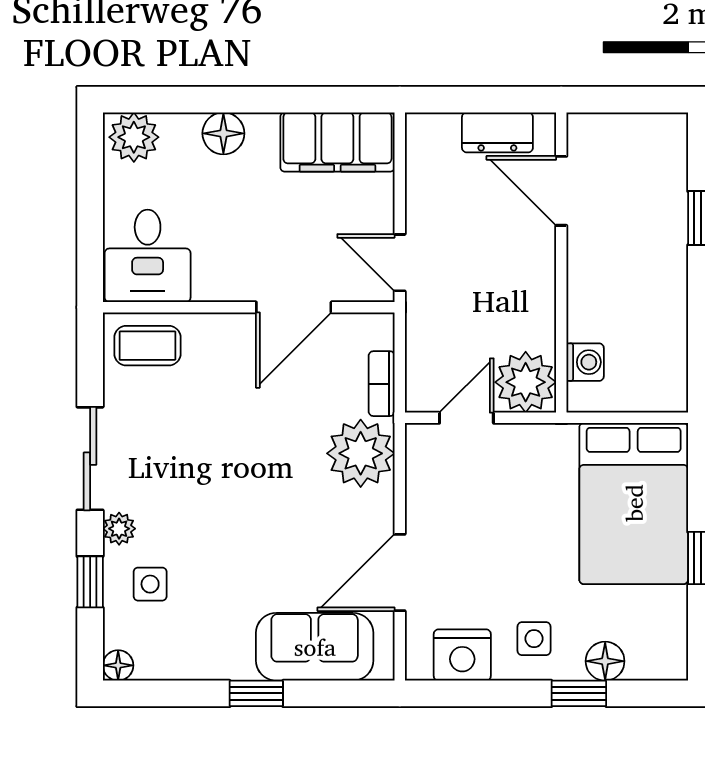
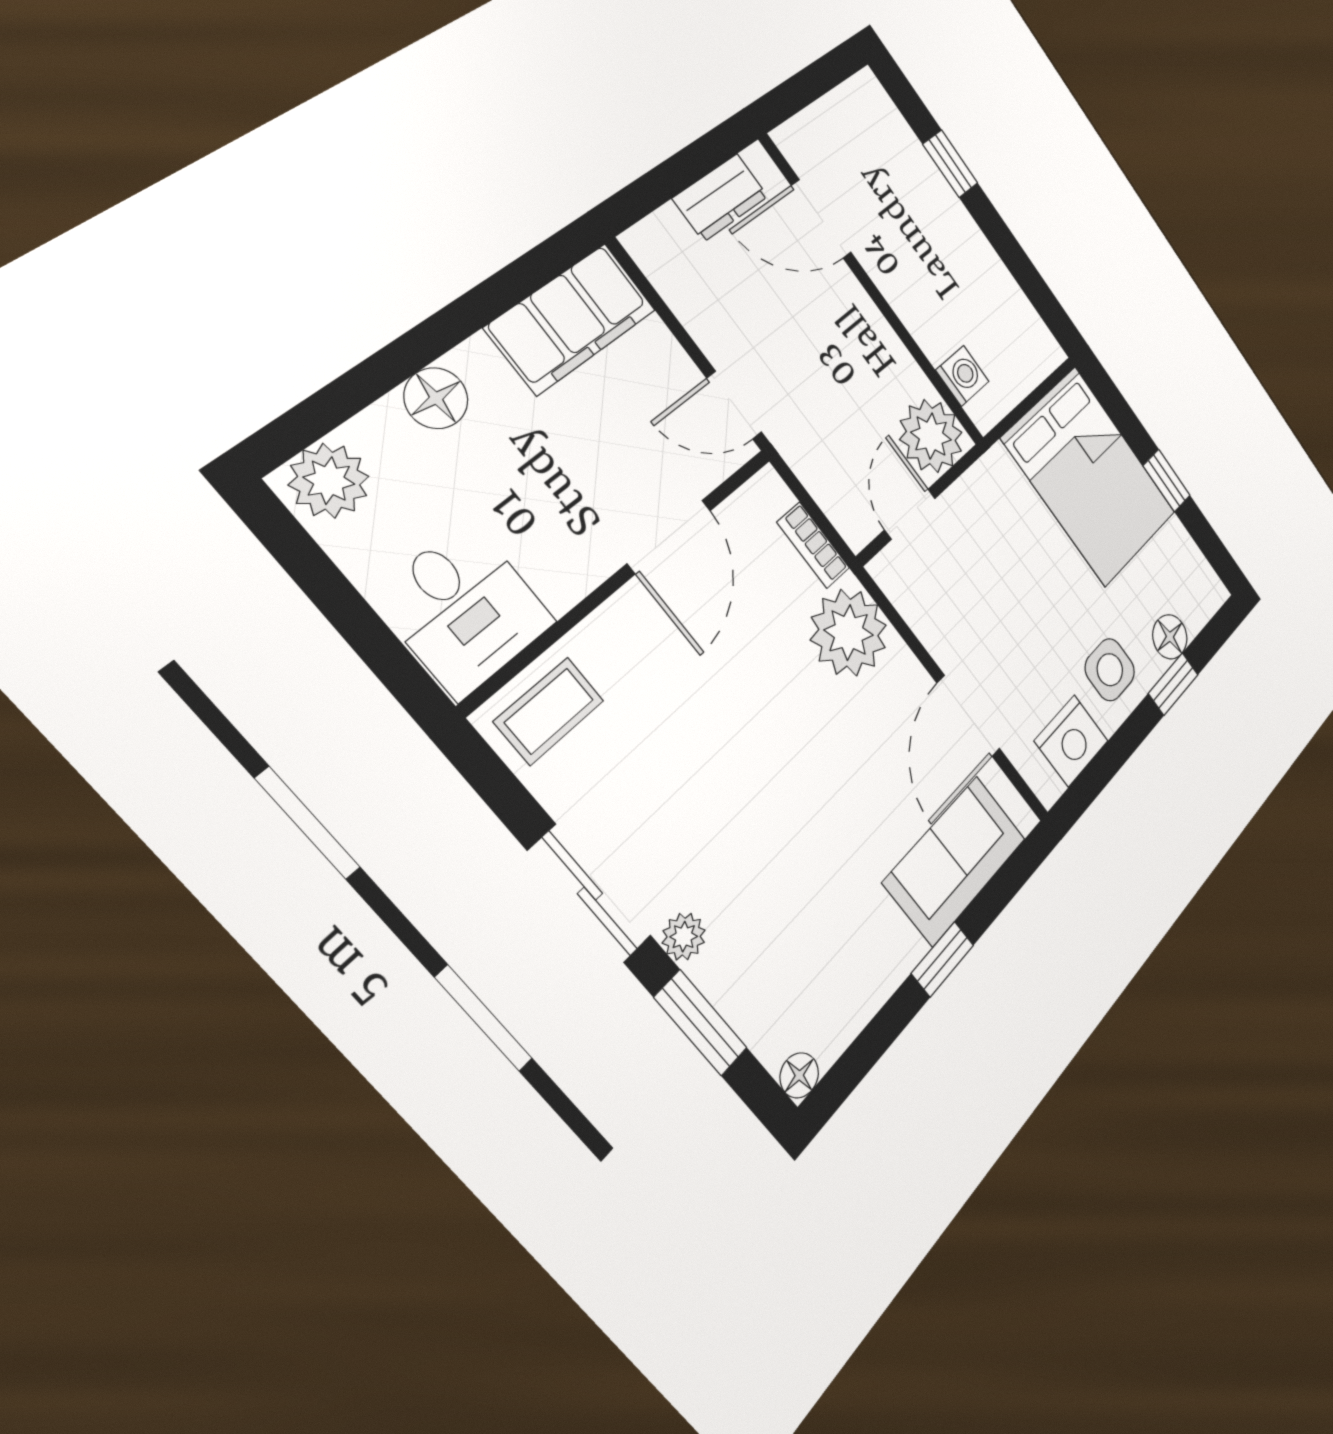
window: (90, 582) -> (701, 1023), width x1.50
side table: (150, 584) -> (762, 960), removed
side table: (534, 639) -> (1110, 670), width x1.37, depth x1.37

